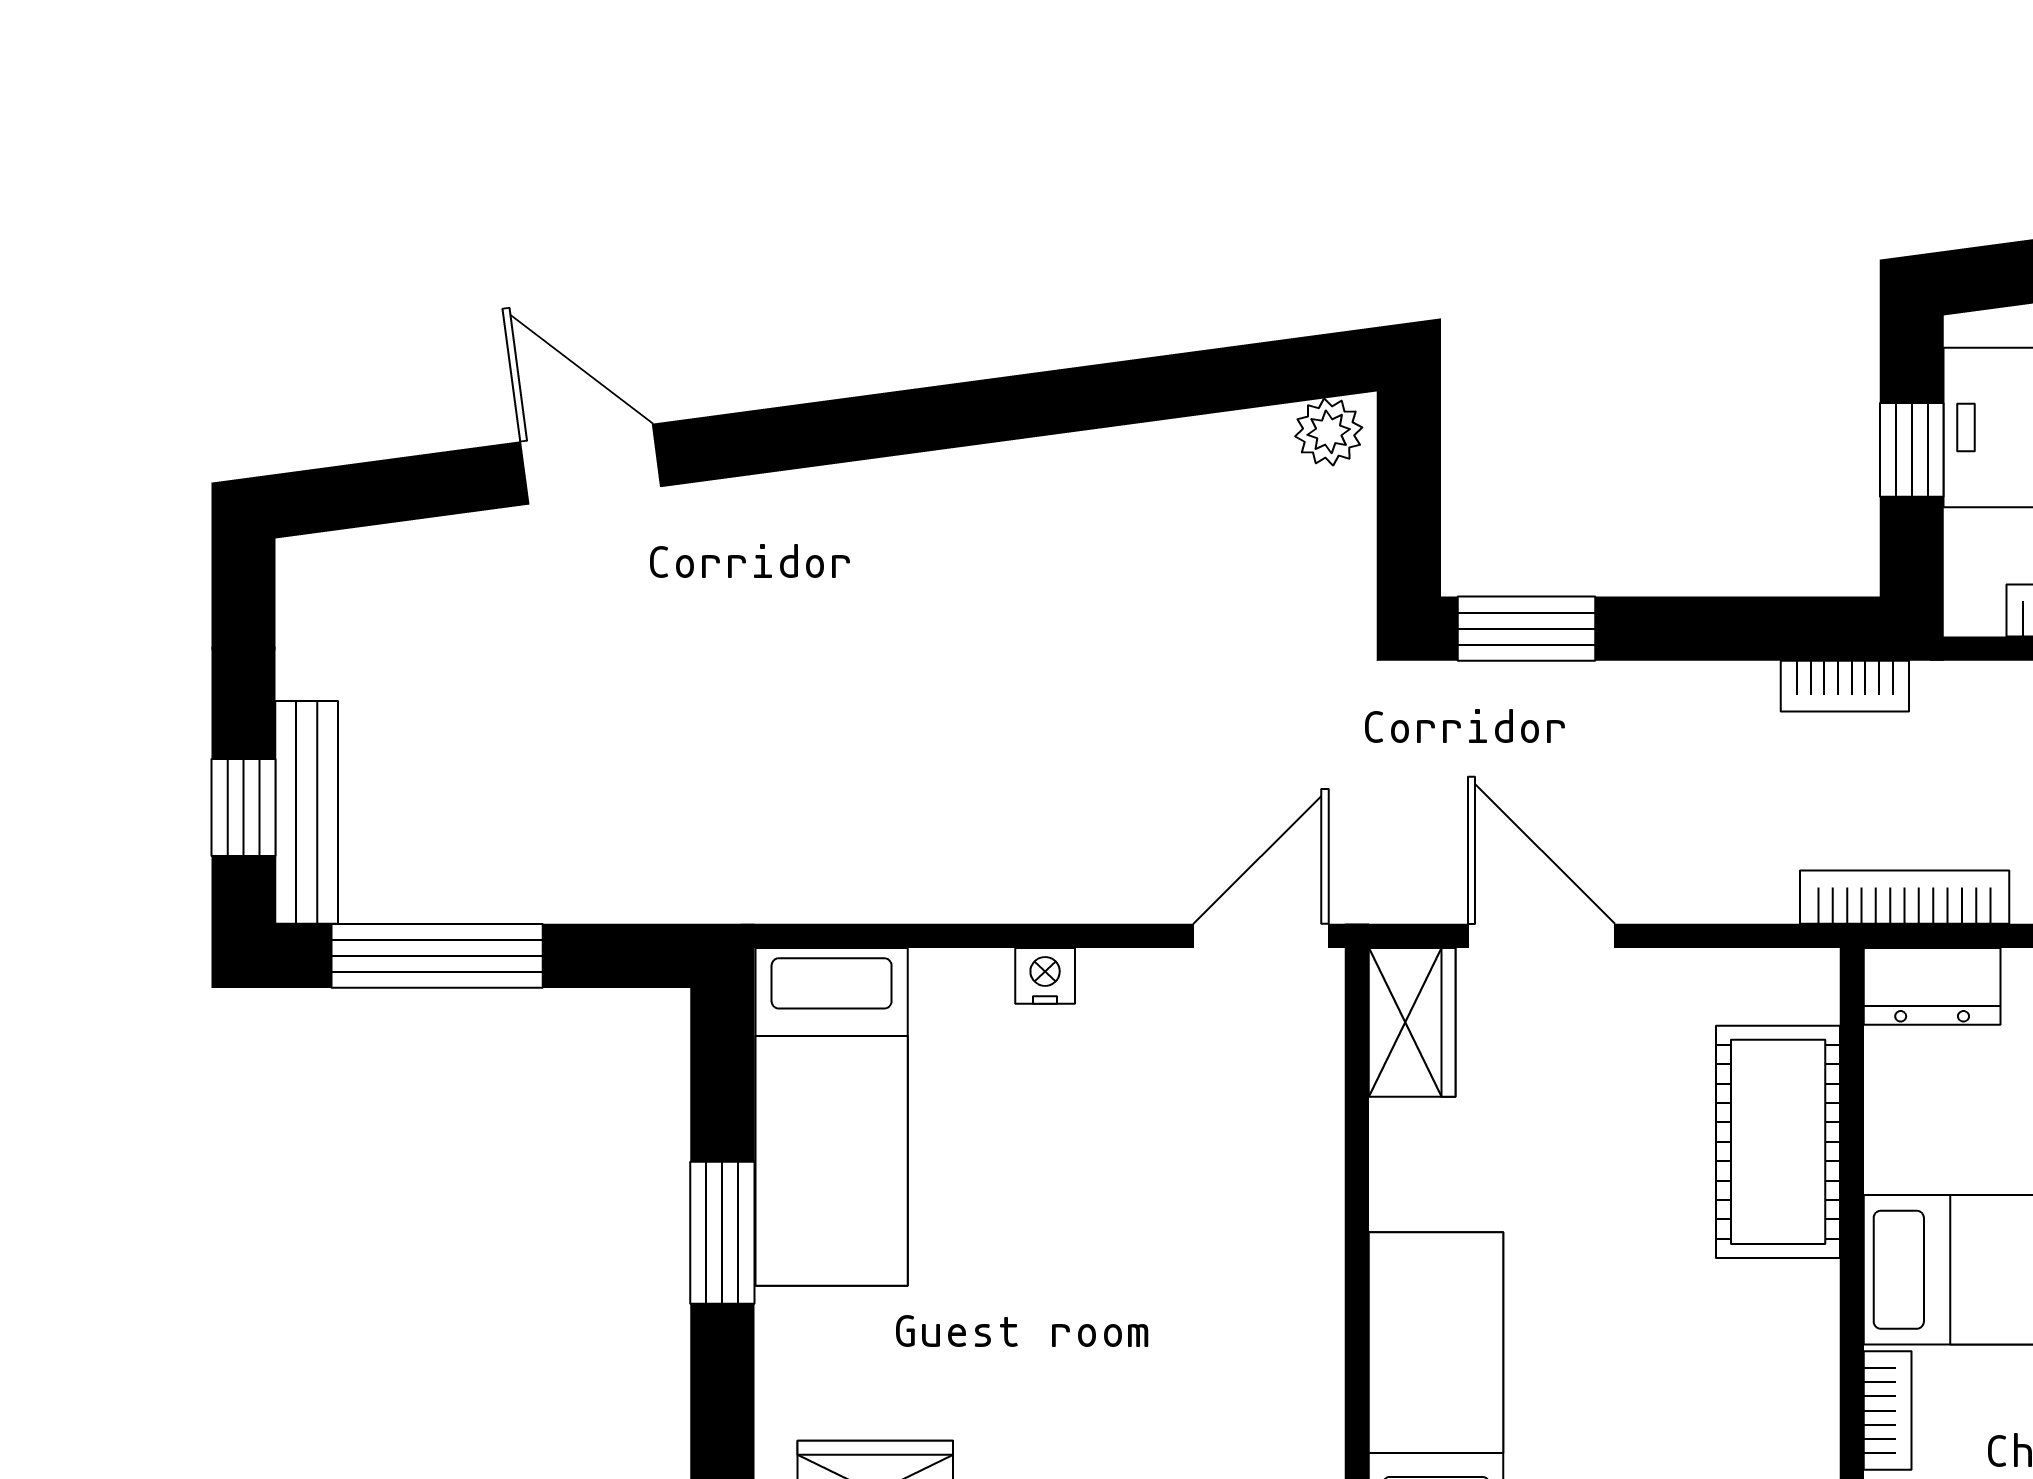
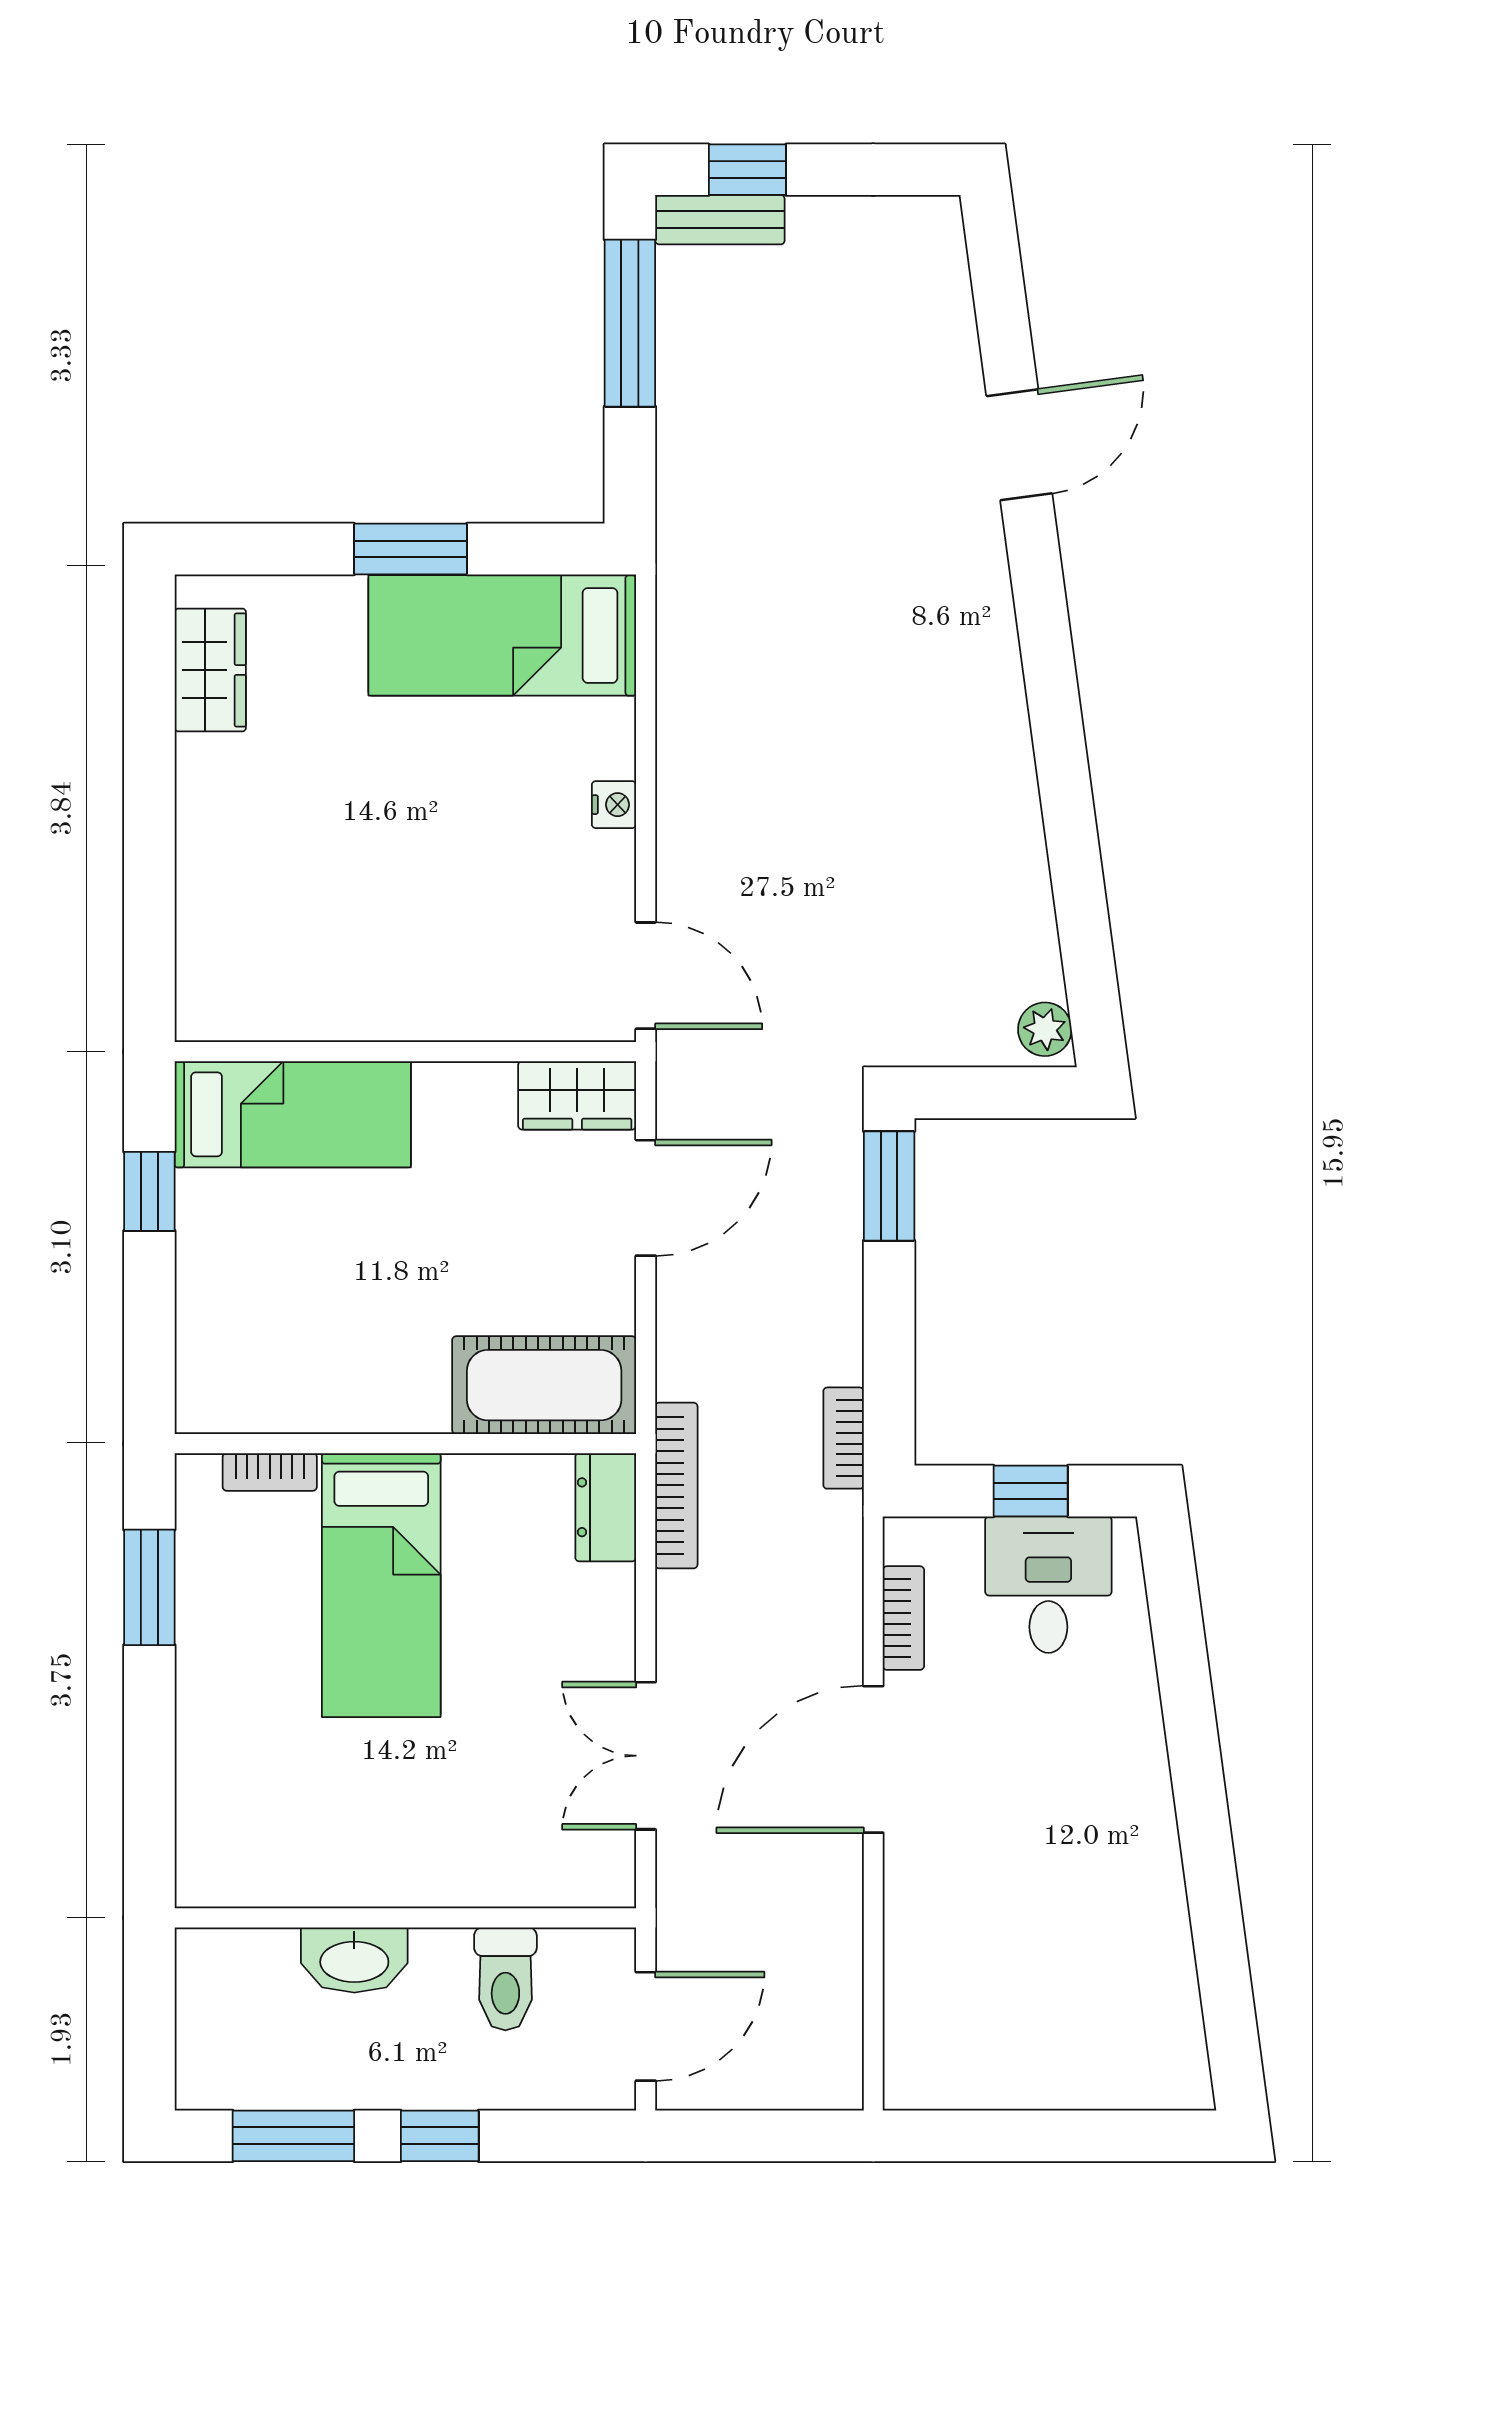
bench: (307, 812) -> (720, 220), width x0.73
cot: (1778, 1142) -> (544, 1385), moved

